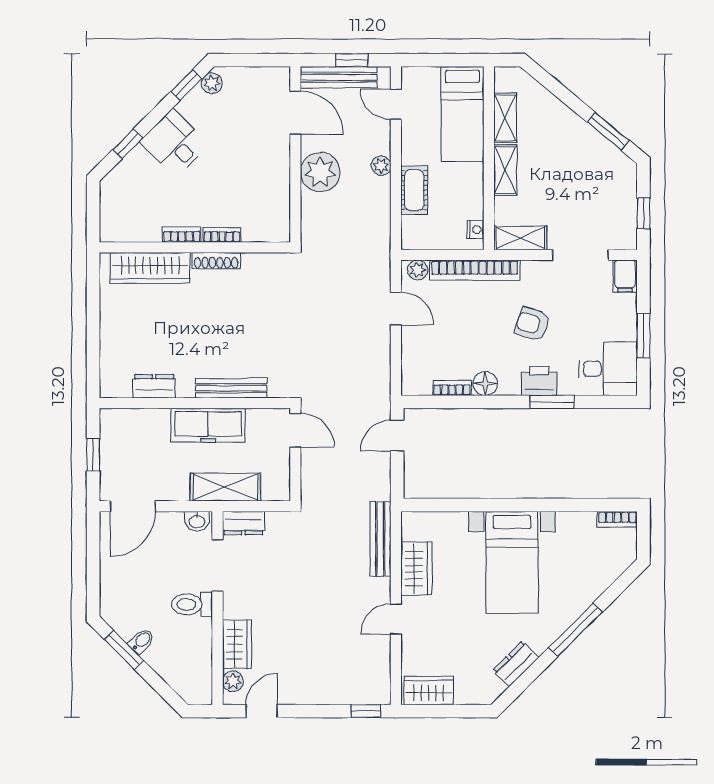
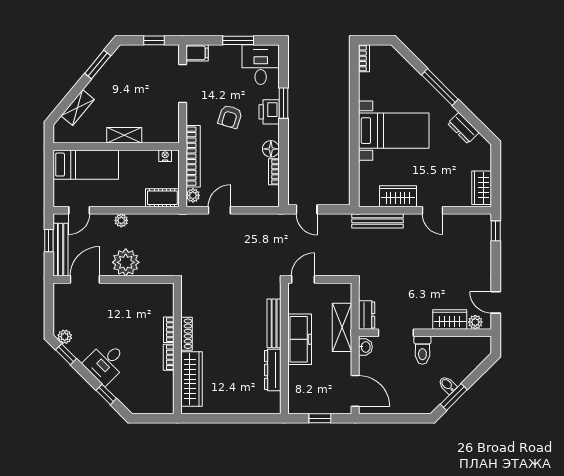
shelving: (505, 118) -> (78, 108), moved, turned -50
cot: (414, 190) -> (162, 198), moved
shelving: (520, 238) -> (171, 125), removed
dresser: (154, 386) -> (273, 370), width x1.44

